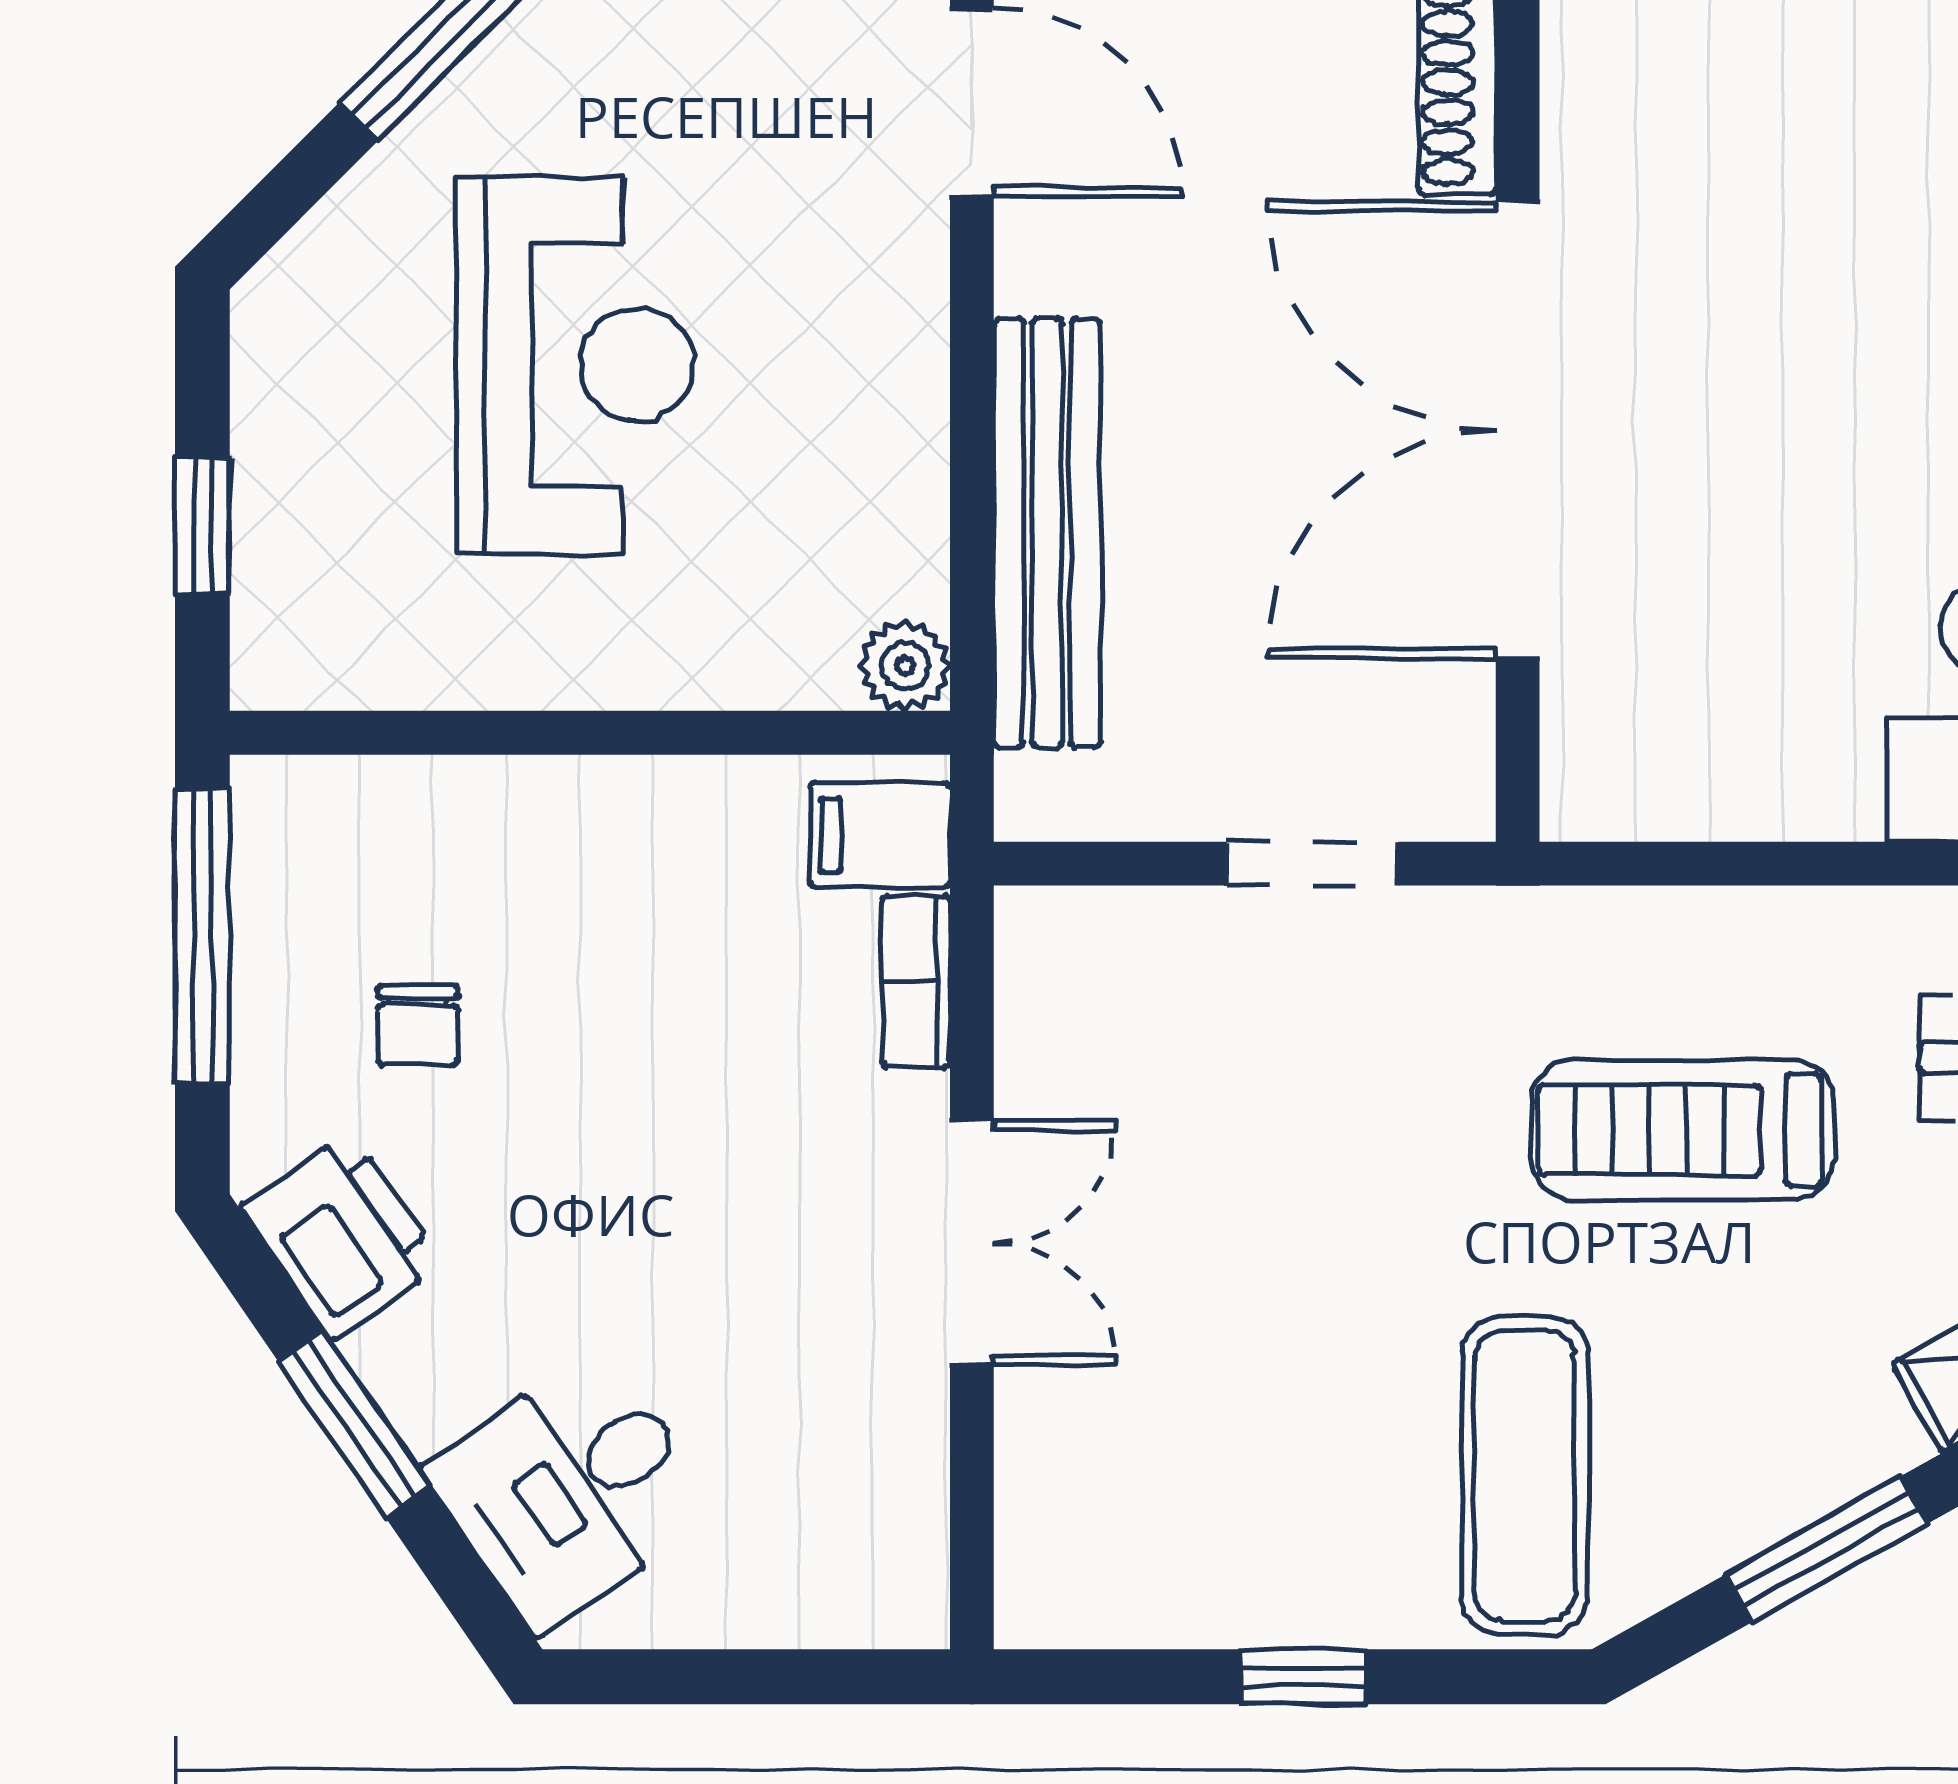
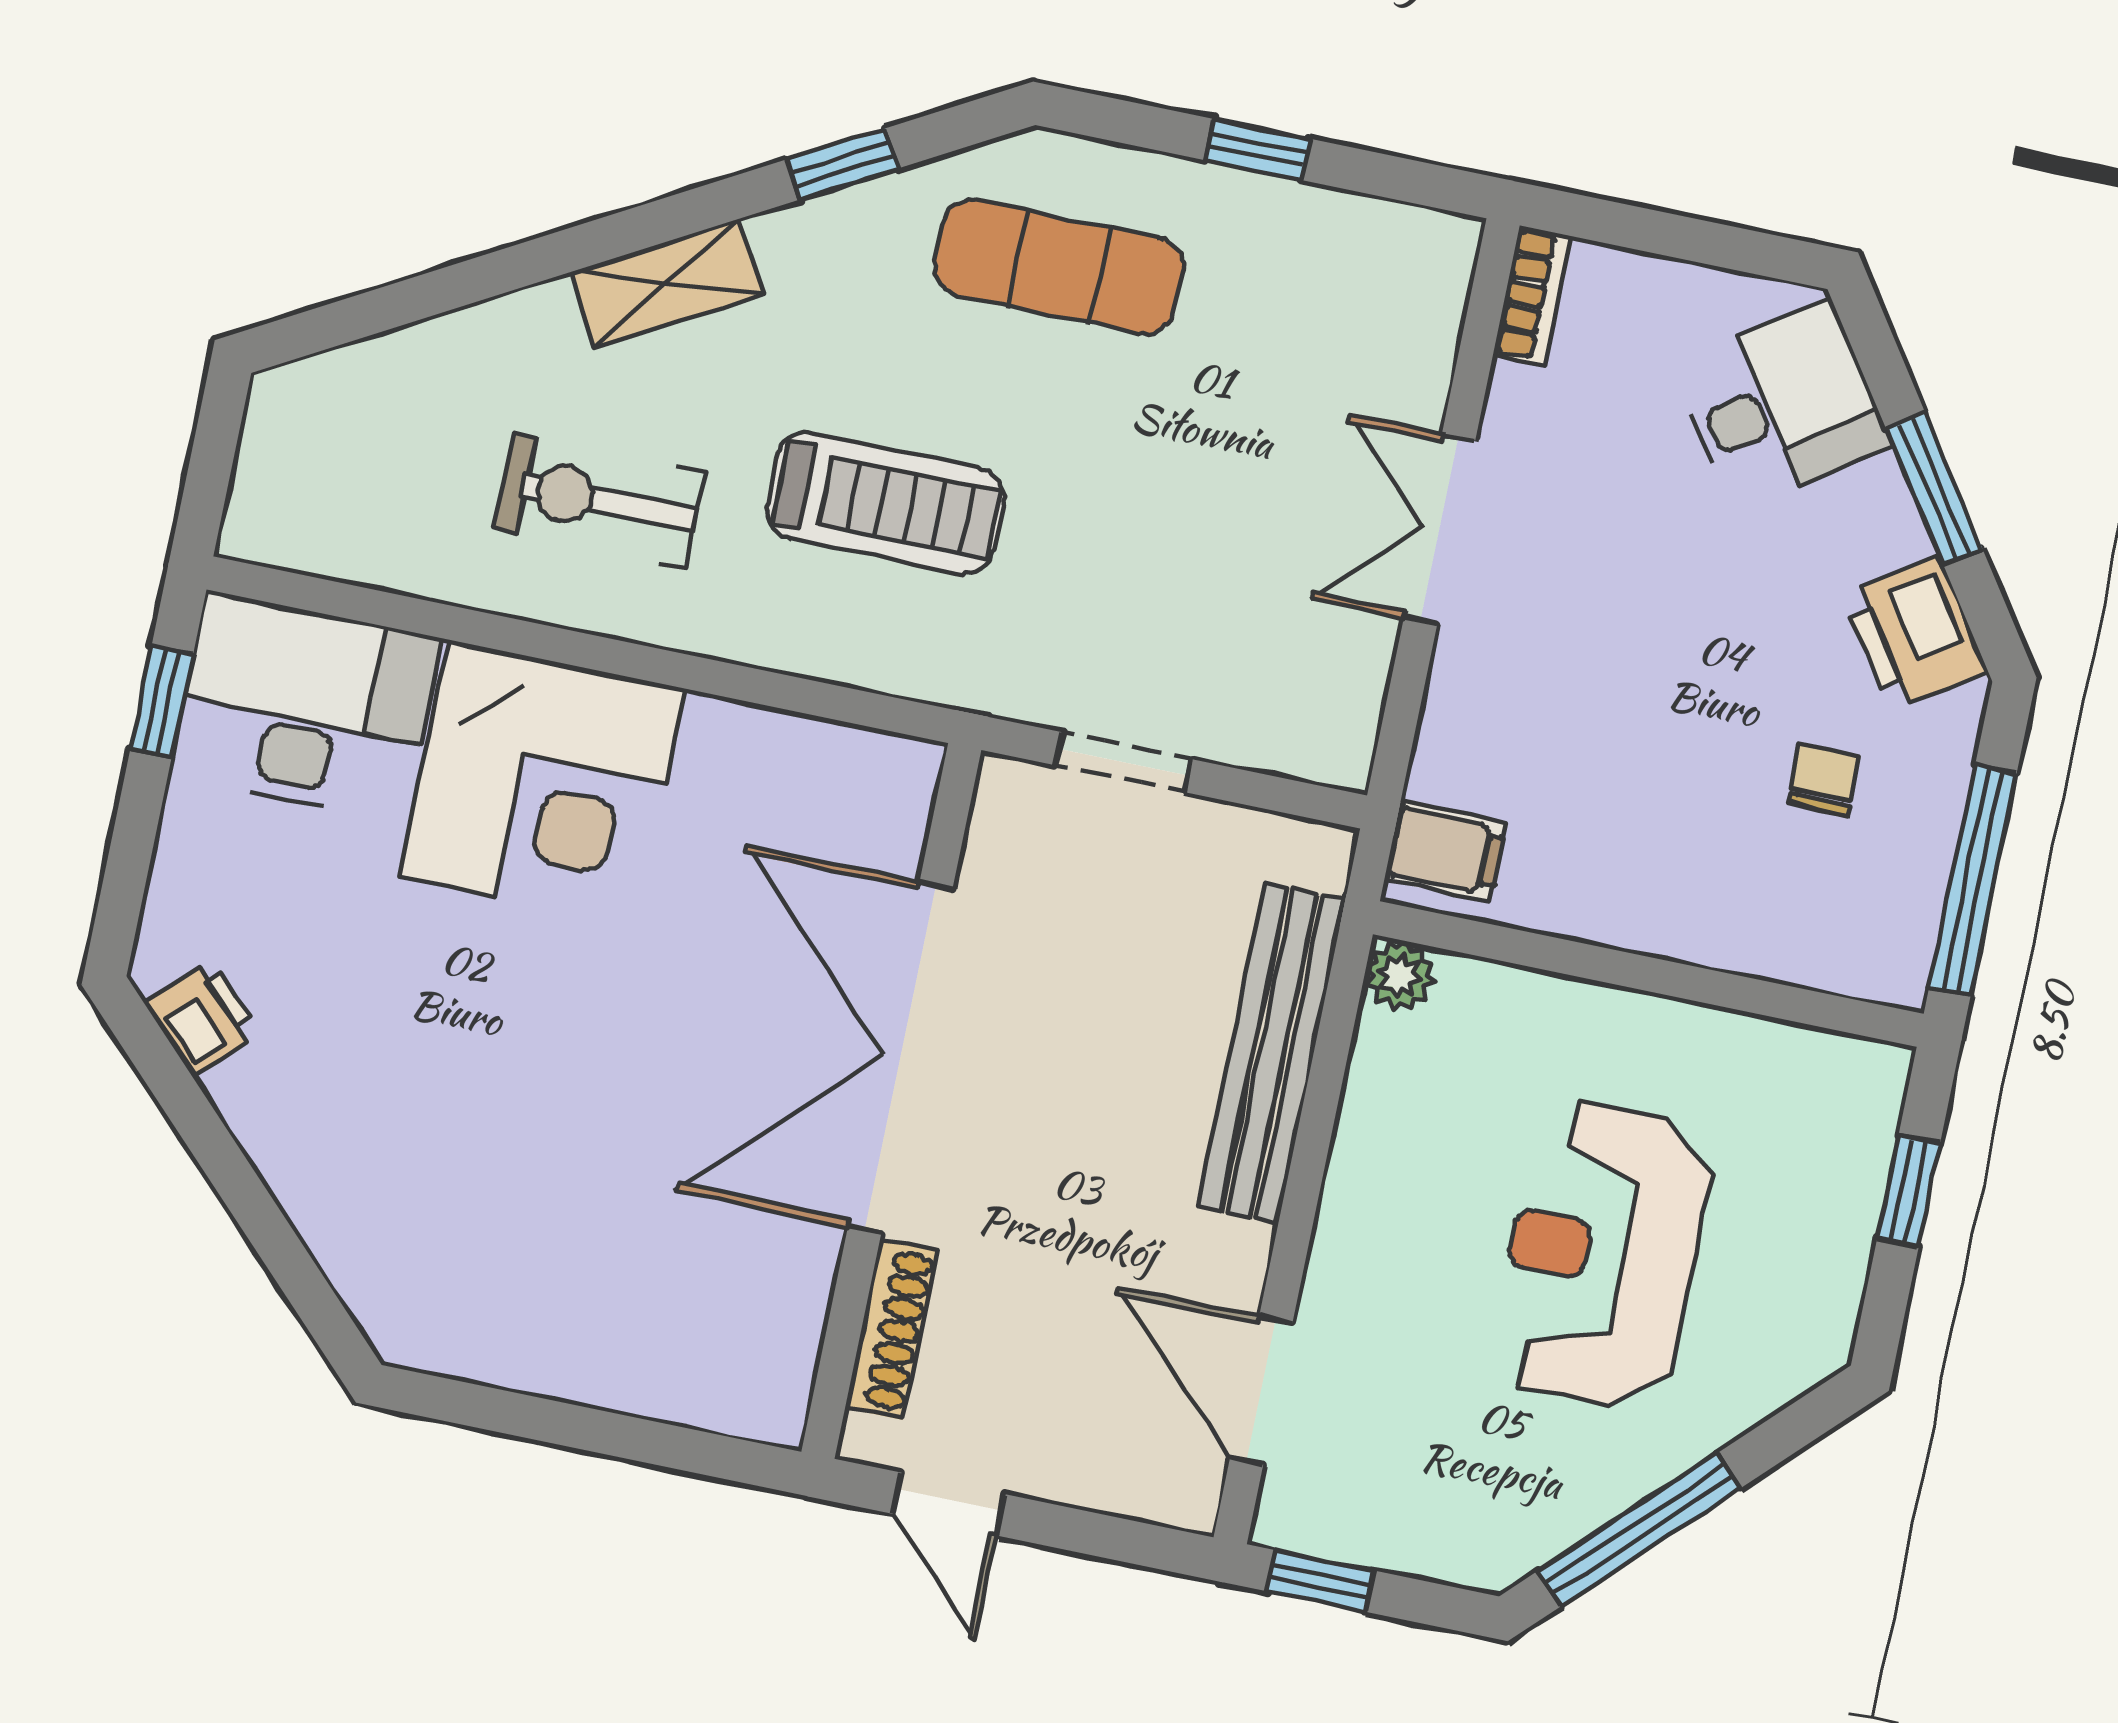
double door: (1518, 430) -> (900, 1058), swing flipped
bookcase: (916, 982) -> (1532, 295), moved
exercise mat: (1525, 1476) -> (1058, 267), turned 90
window: (1826, 1549) -> (842, 164), width x0.67

